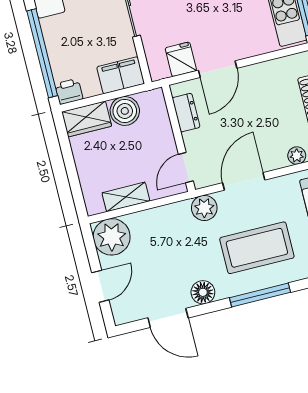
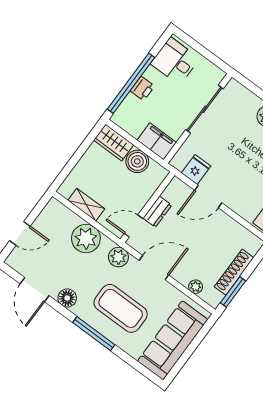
printer: (69, 91) -> (142, 88), moved, turned 90
dresser: (186, 113) -> (157, 212), moved
plant: (112, 237) -> (86, 238), moved

